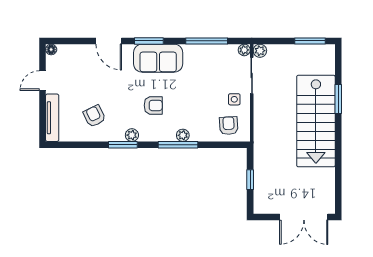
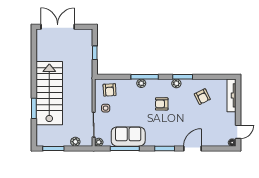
door: (109, 41) -> (192, 148), hinge flipped
plant: (260, 51) -> (75, 142), moved
sofa: (158, 58) -> (128, 137), moved
door: (43, 81) -> (238, 132), moved

